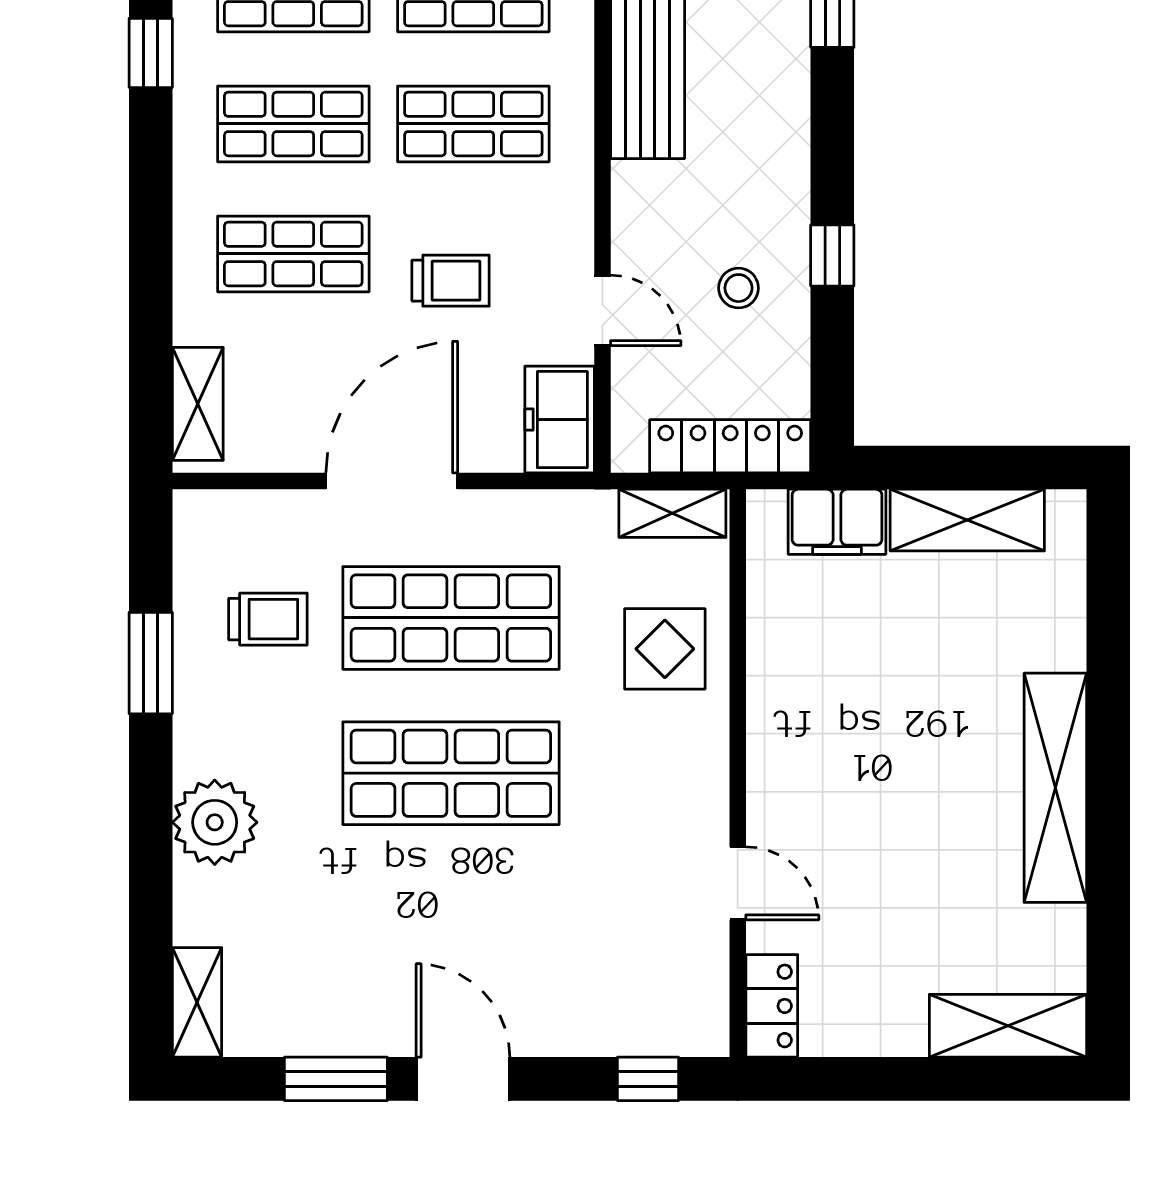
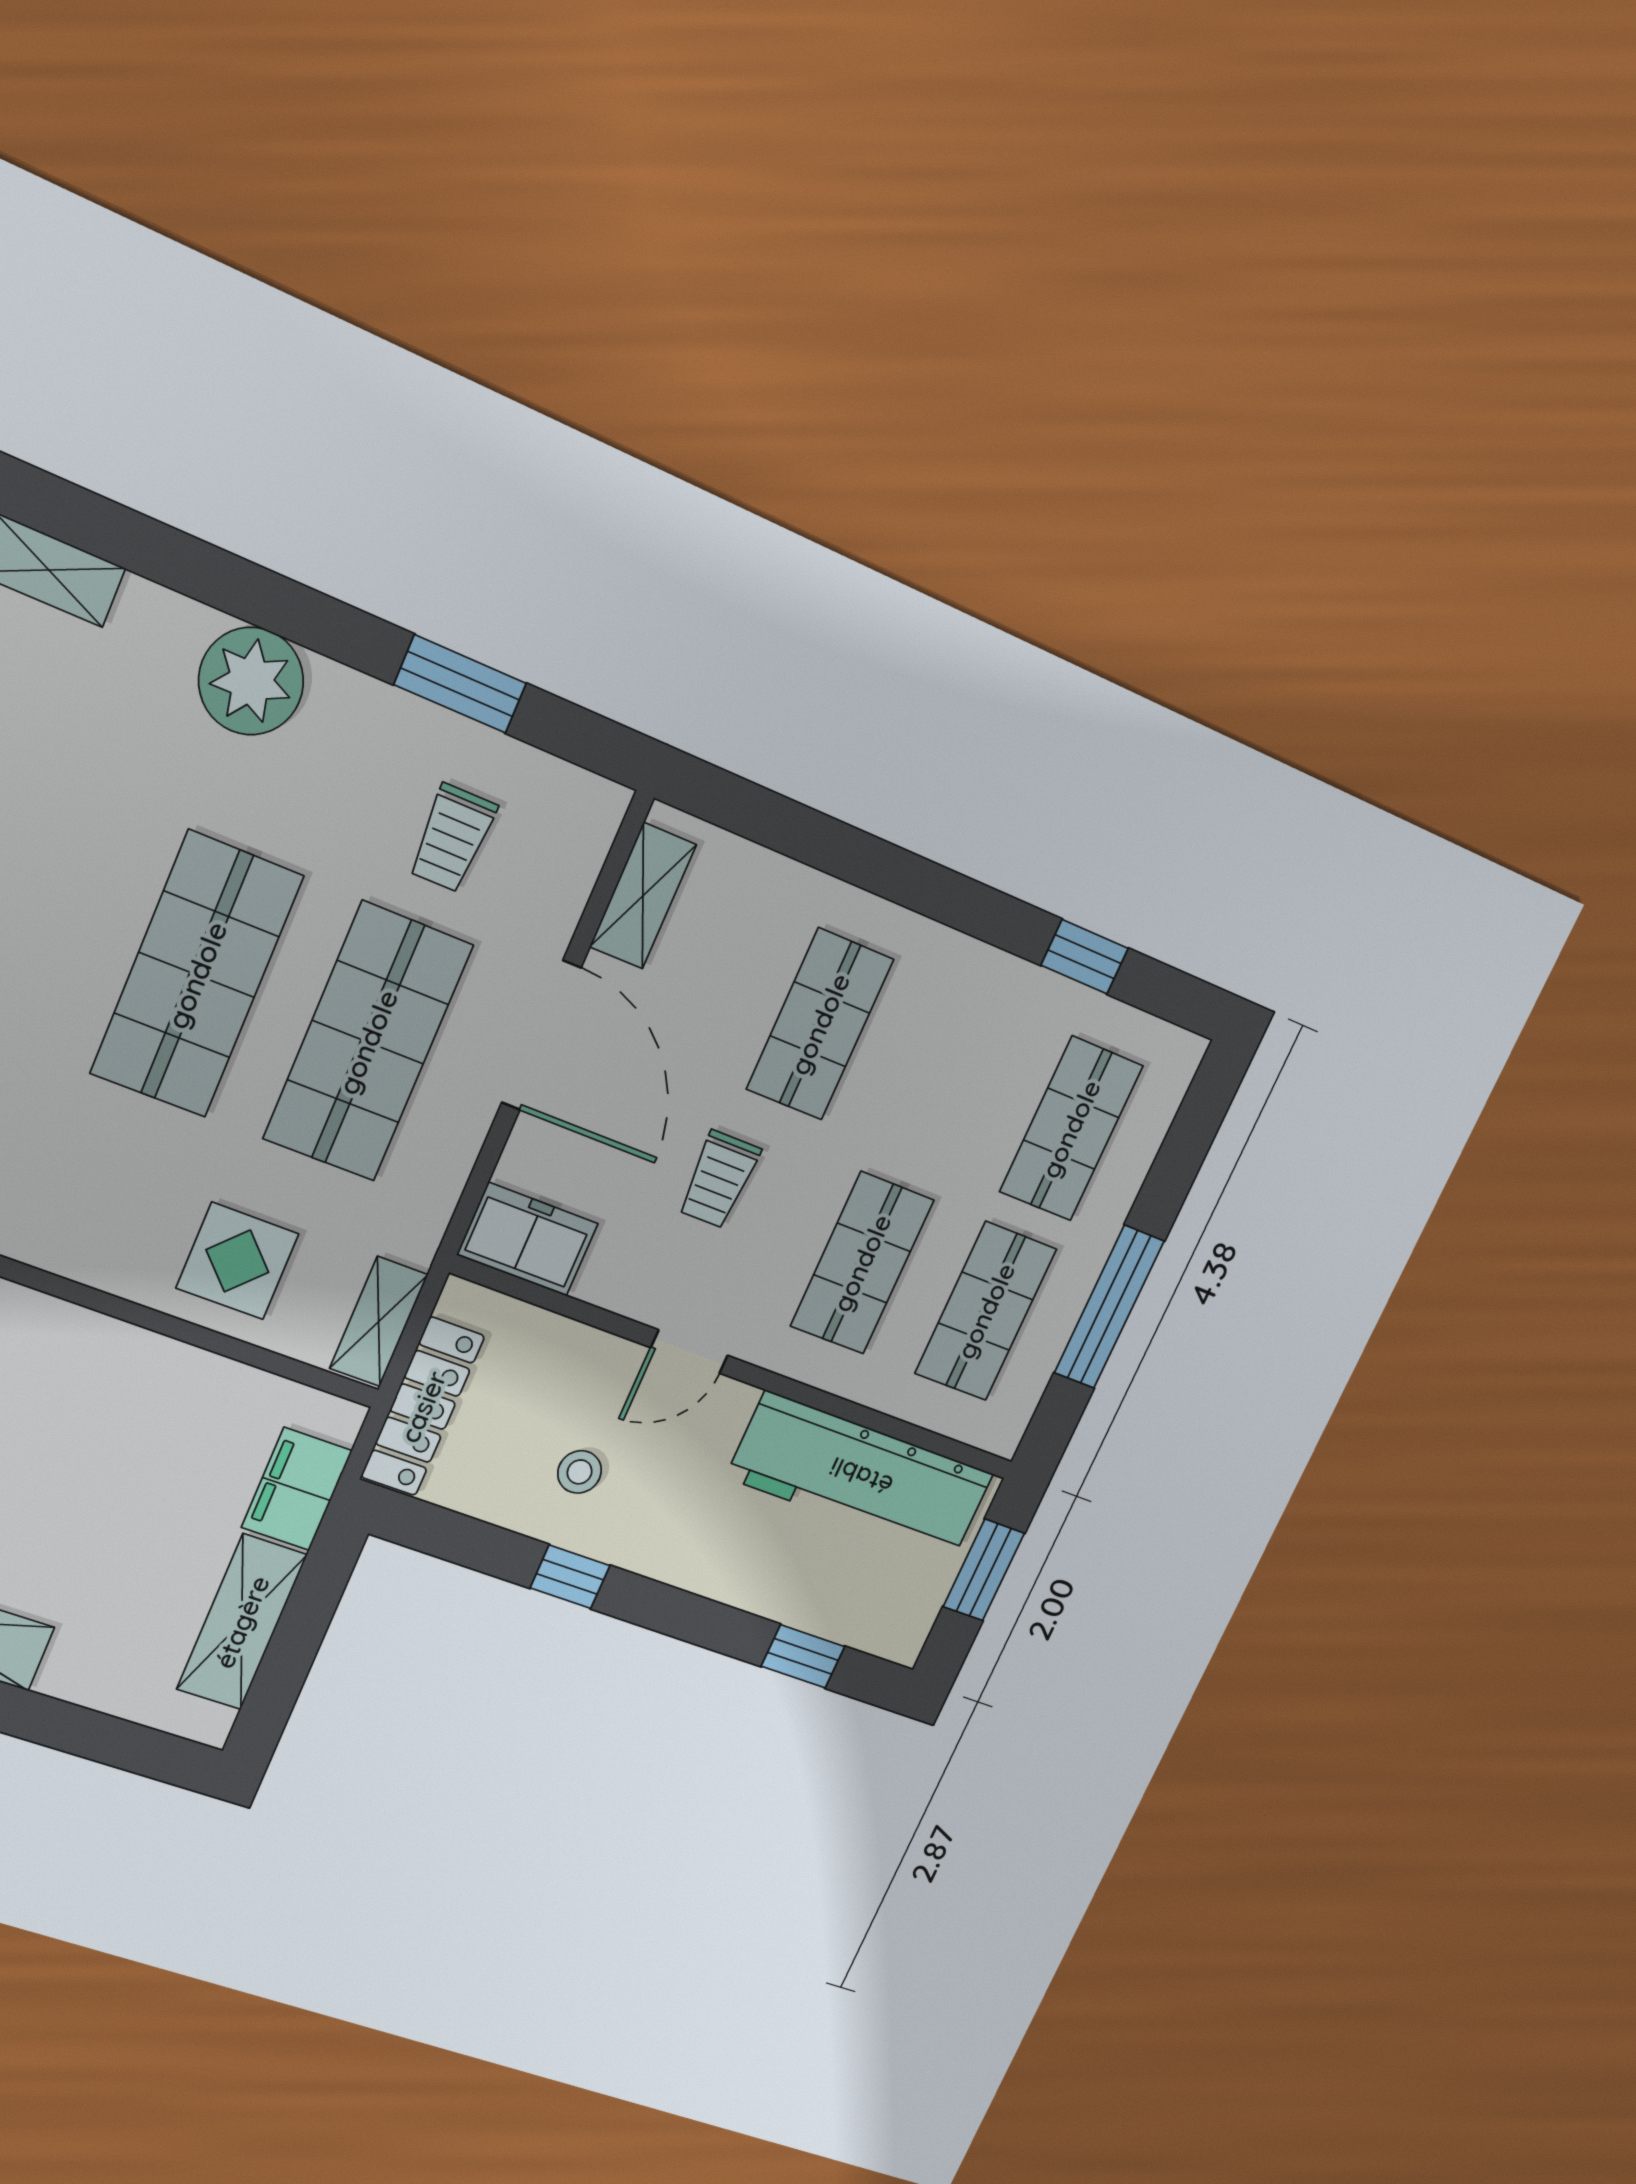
shop shelf: (293, 124) -> (947, 1077), removed
door: (602, 310) -> (689, 1352), moved
shelving: (198, 404) -> (643, 896), moved, turned 90

